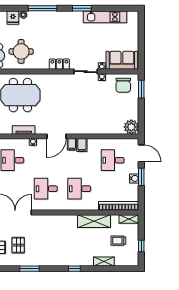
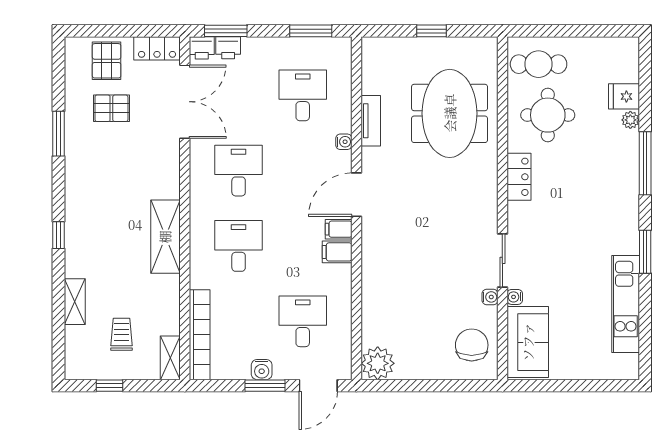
locker: (59, 64) -> (519, 177), moved
chair: (123, 85) -> (472, 345), turned 90
window: (141, 89) -> (463, 386), removed
door: (56, 136) -> (356, 195), hinge flipped
shelving: (94, 221) -> (165, 237), moved

